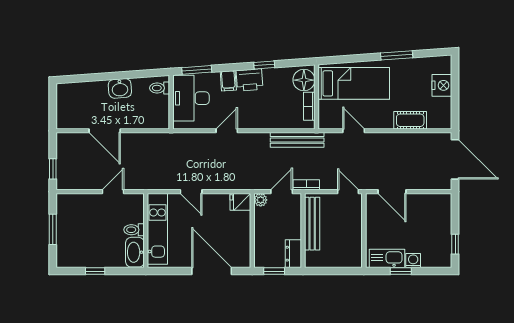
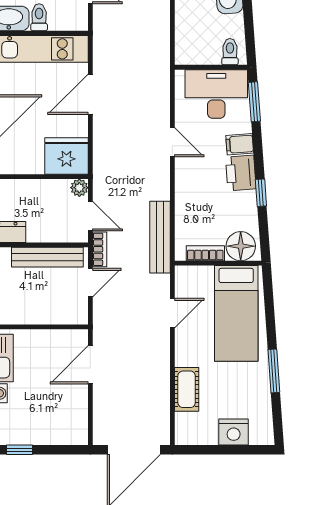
door: (191, 192) -> (90, 94), width x1.38
door: (348, 192) -> (90, 283), moved
fridge: (240, 202) -> (66, 156), width x1.88, depth x1.34

